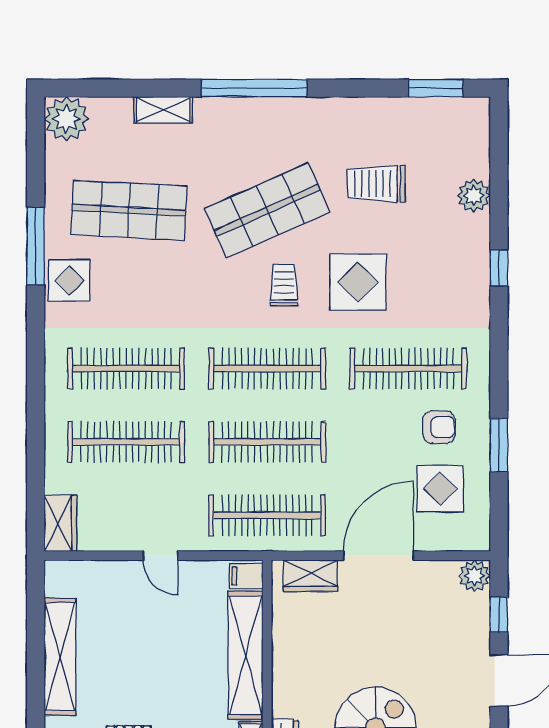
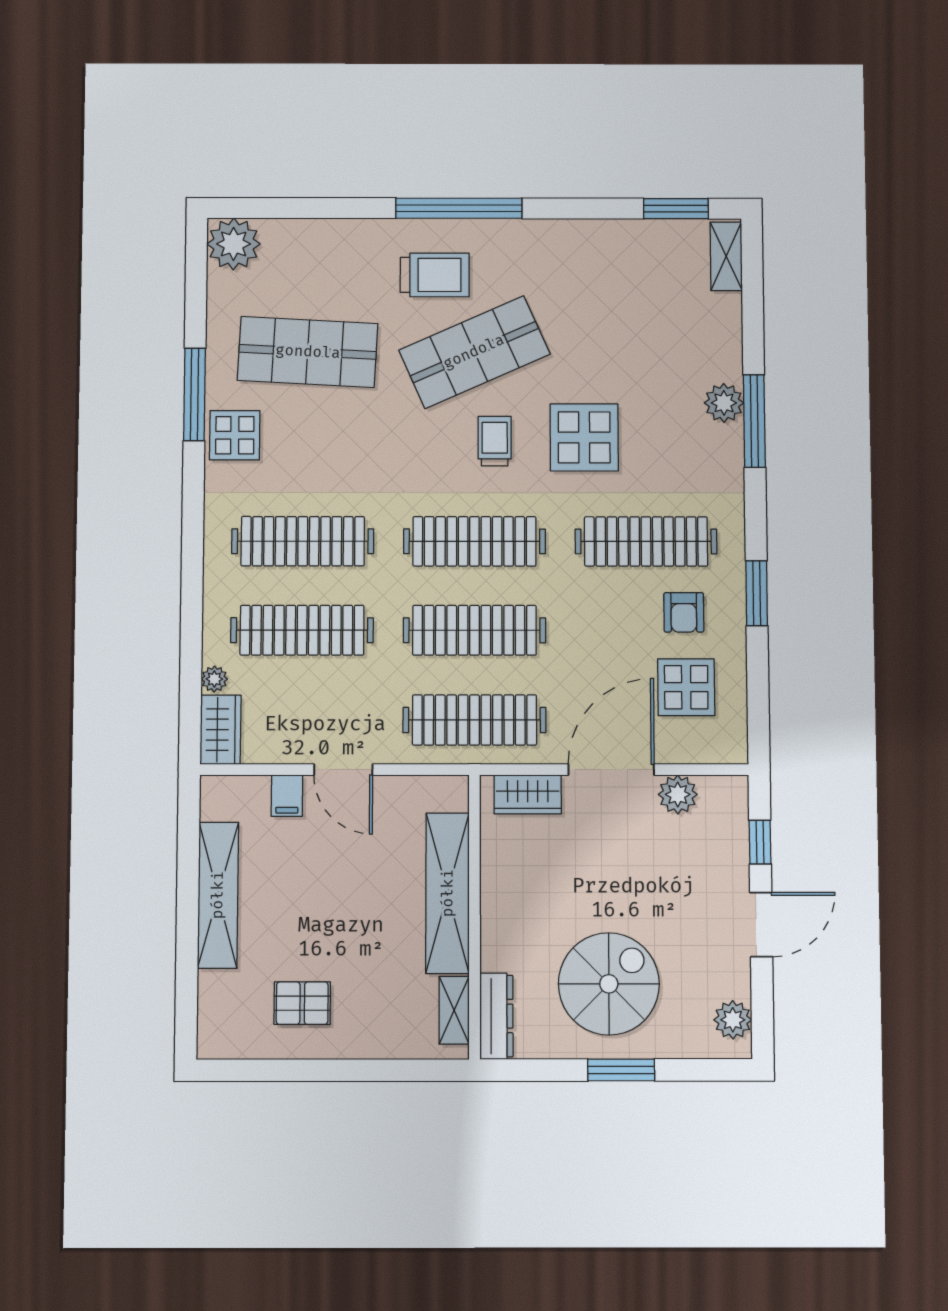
shelving: (163, 110) -> (726, 256), moved, turned 90
trolley: (376, 184) -> (435, 275), moved, turned 180
plant: (474, 195) -> (724, 403), moved
window: (499, 268) -> (754, 421), width x2.17
armchair: (439, 427) -> (684, 612), turned 90
window: (499, 445) -> (757, 593), moved
plant: (55, 482) -> (214, 679), added
door: (161, 556) -> (343, 770), width x1.38
filing cabinet: (246, 576) -> (287, 796), moved, turned -90
plant: (474, 576) -> (678, 794), moved

